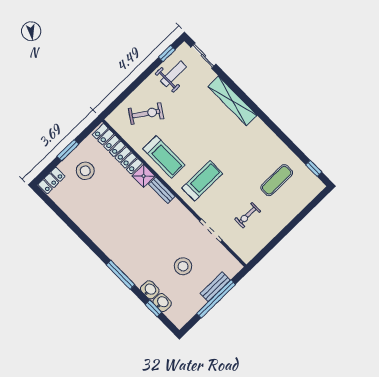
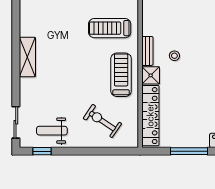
shelving: (232, 101) -> (27, 57), width x0.68
window: (68, 150) -> (189, 151), width x1.44
stool: (85, 171) -> (174, 56), moved, width x0.53, depth x0.53

